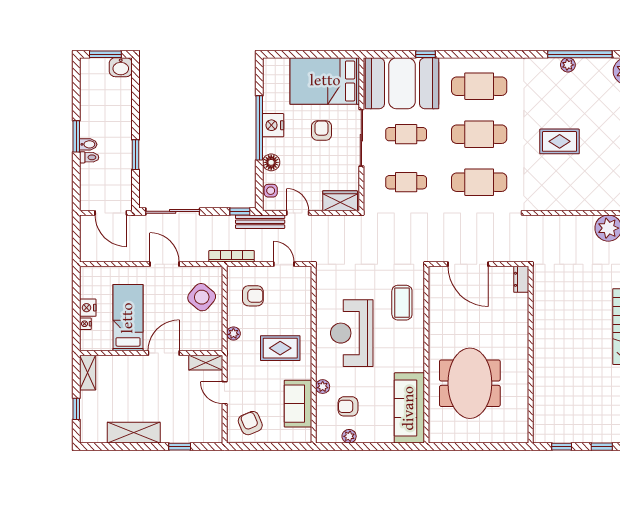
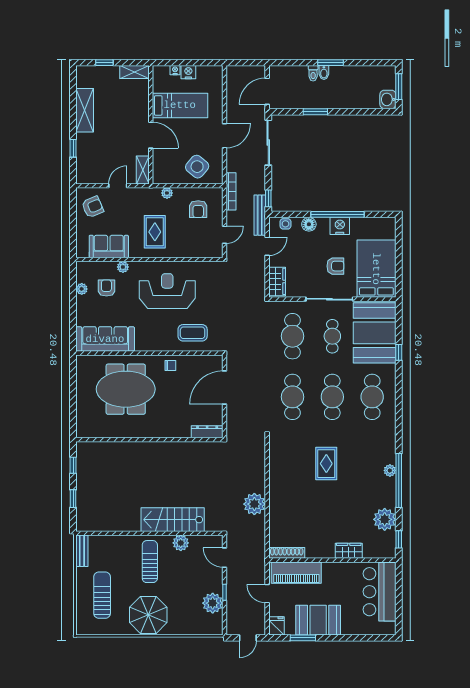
cafe table: (406, 182) -> (292, 336), width x1.37, depth x1.35
dresser: (521, 279) -> (207, 432), width x1.44
chair: (441, 329) -> (170, 366), added

